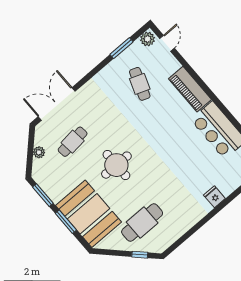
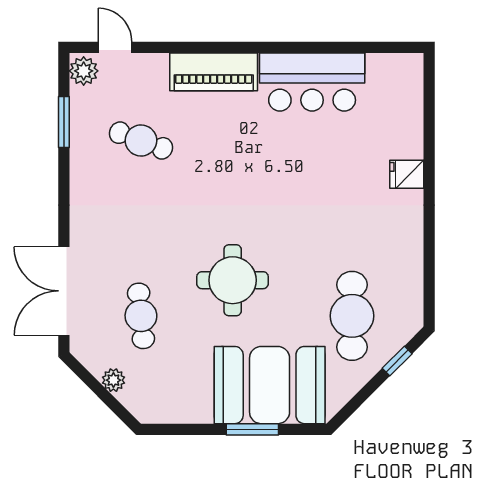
window: (43, 195) -> (183, 429), removed

